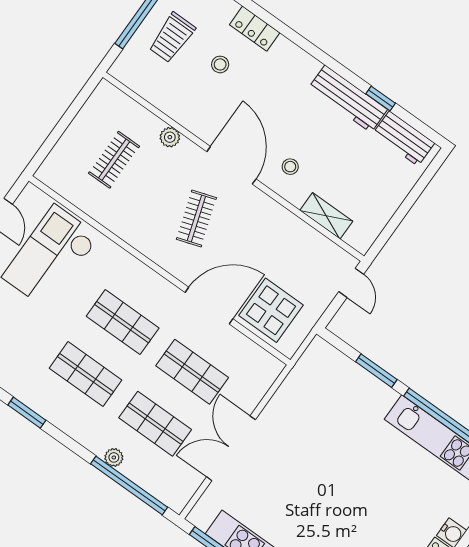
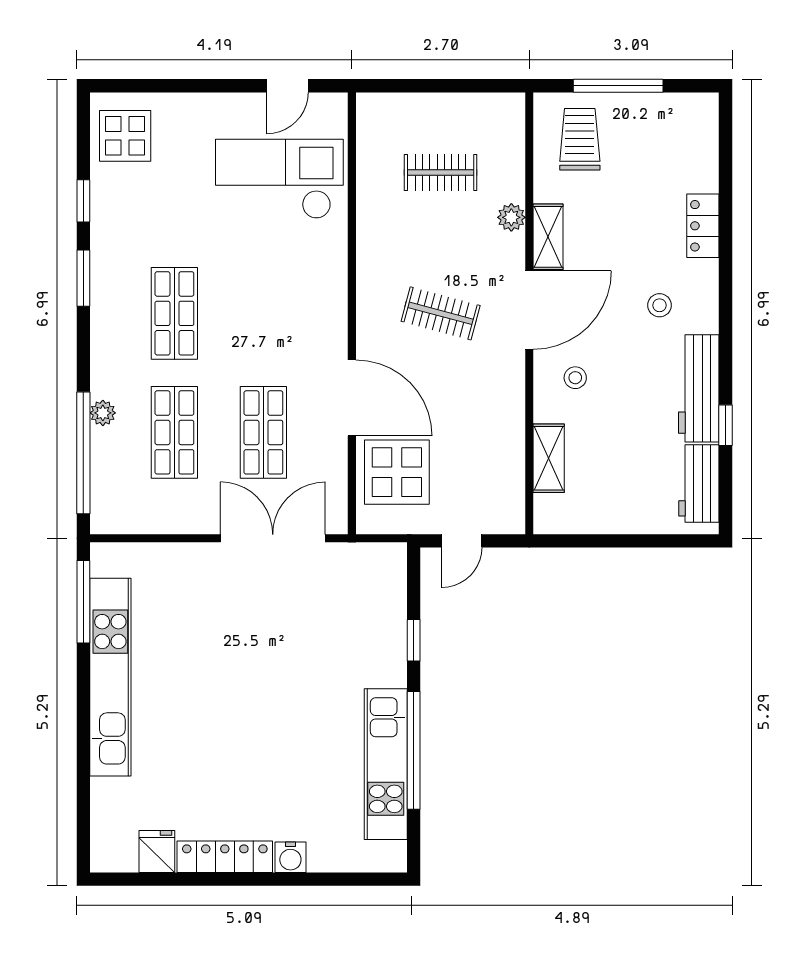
trolley: (172, 38) -> (580, 139), moved, turned 90
stool: (220, 64) -> (659, 305), moved
shelving: (196, 124) -> (548, 237), added
clothes rail: (196, 219) -> (441, 313), turned 33
door: (351, 283) -> (462, 541), moved
shop shelf: (123, 322) -> (263, 313), removed
window: (376, 371) -> (414, 640), width x0.67
double door: (231, 448) -> (273, 538), moved

